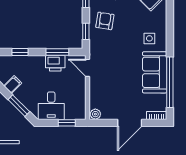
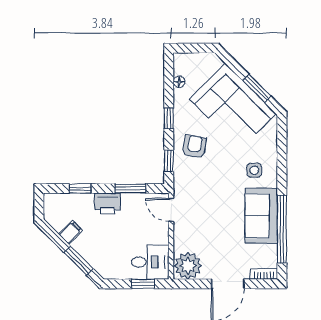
printer: (55, 63) -> (108, 204), moved
desk: (51, 106) -> (150, 262), moved, turned -90
plant: (95, 114) -> (188, 266), width x1.88, depth x1.88

